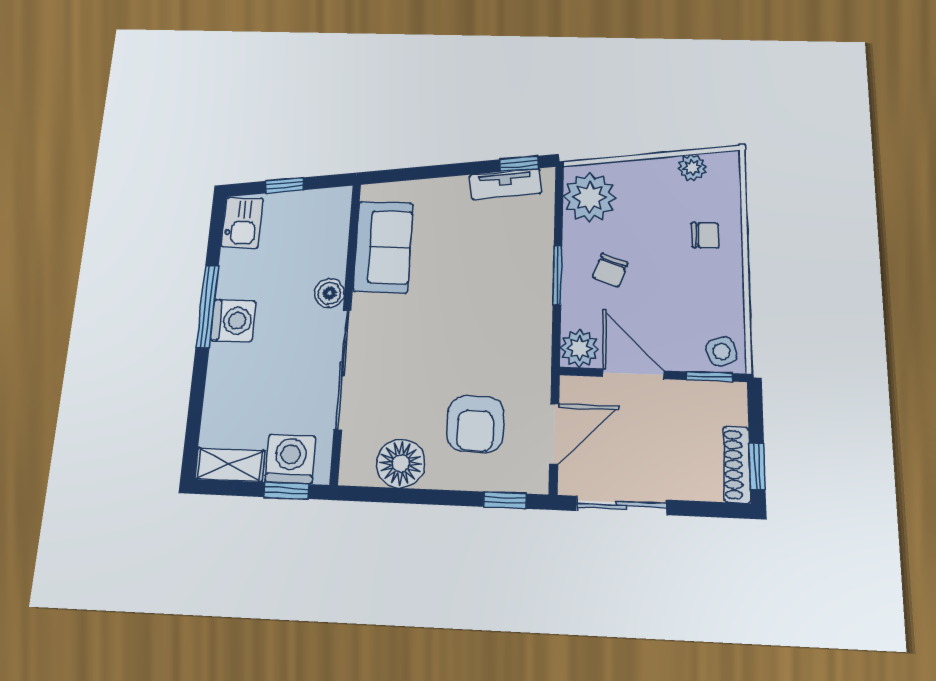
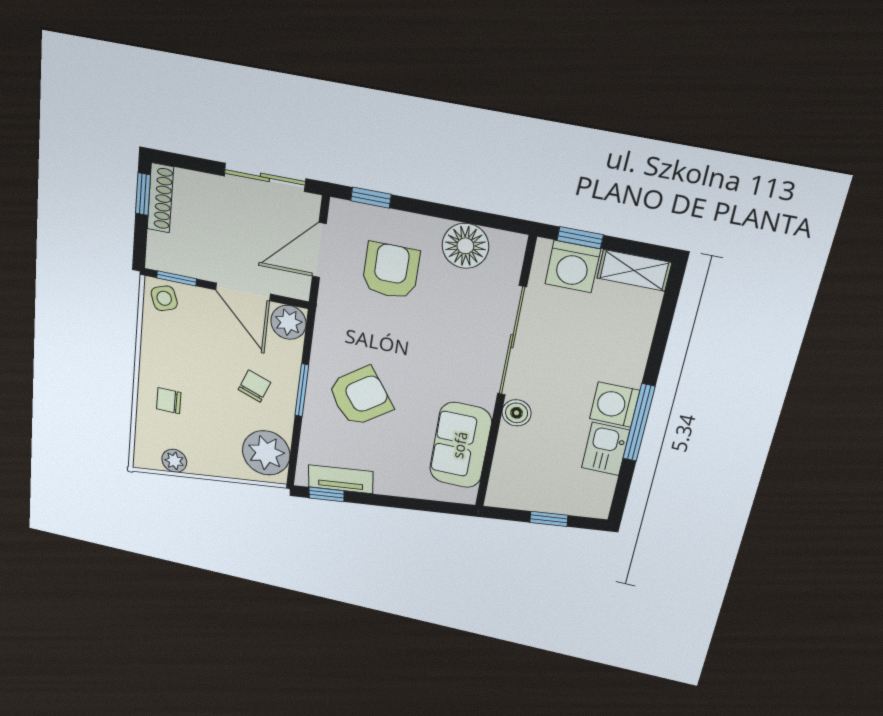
kitchen sink: (242, 223) -> (605, 449), moved
armchair: (494, 280) -> (360, 396), added

